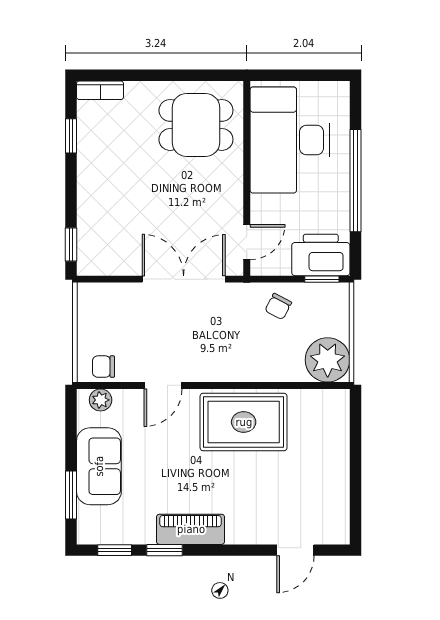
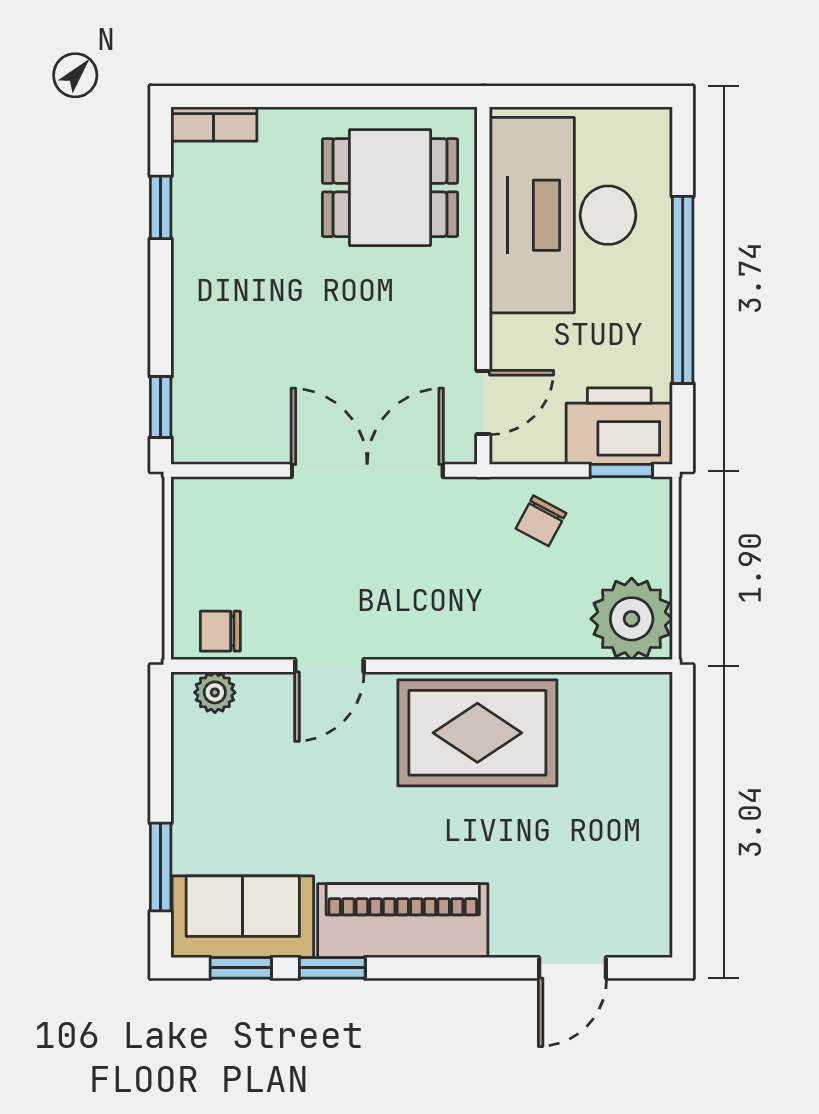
sofa: (99, 466) -> (243, 917), moved, turned -90
piano: (191, 529) -> (403, 921), width x1.37, depth x1.33

